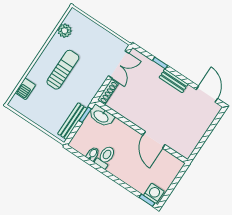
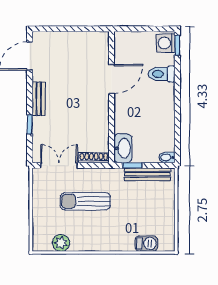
sun lounger: (63, 70) -> (85, 201), moved
bidet: (93, 154) -> (167, 157), moved
toilet: (105, 157) -> (162, 74), moved

